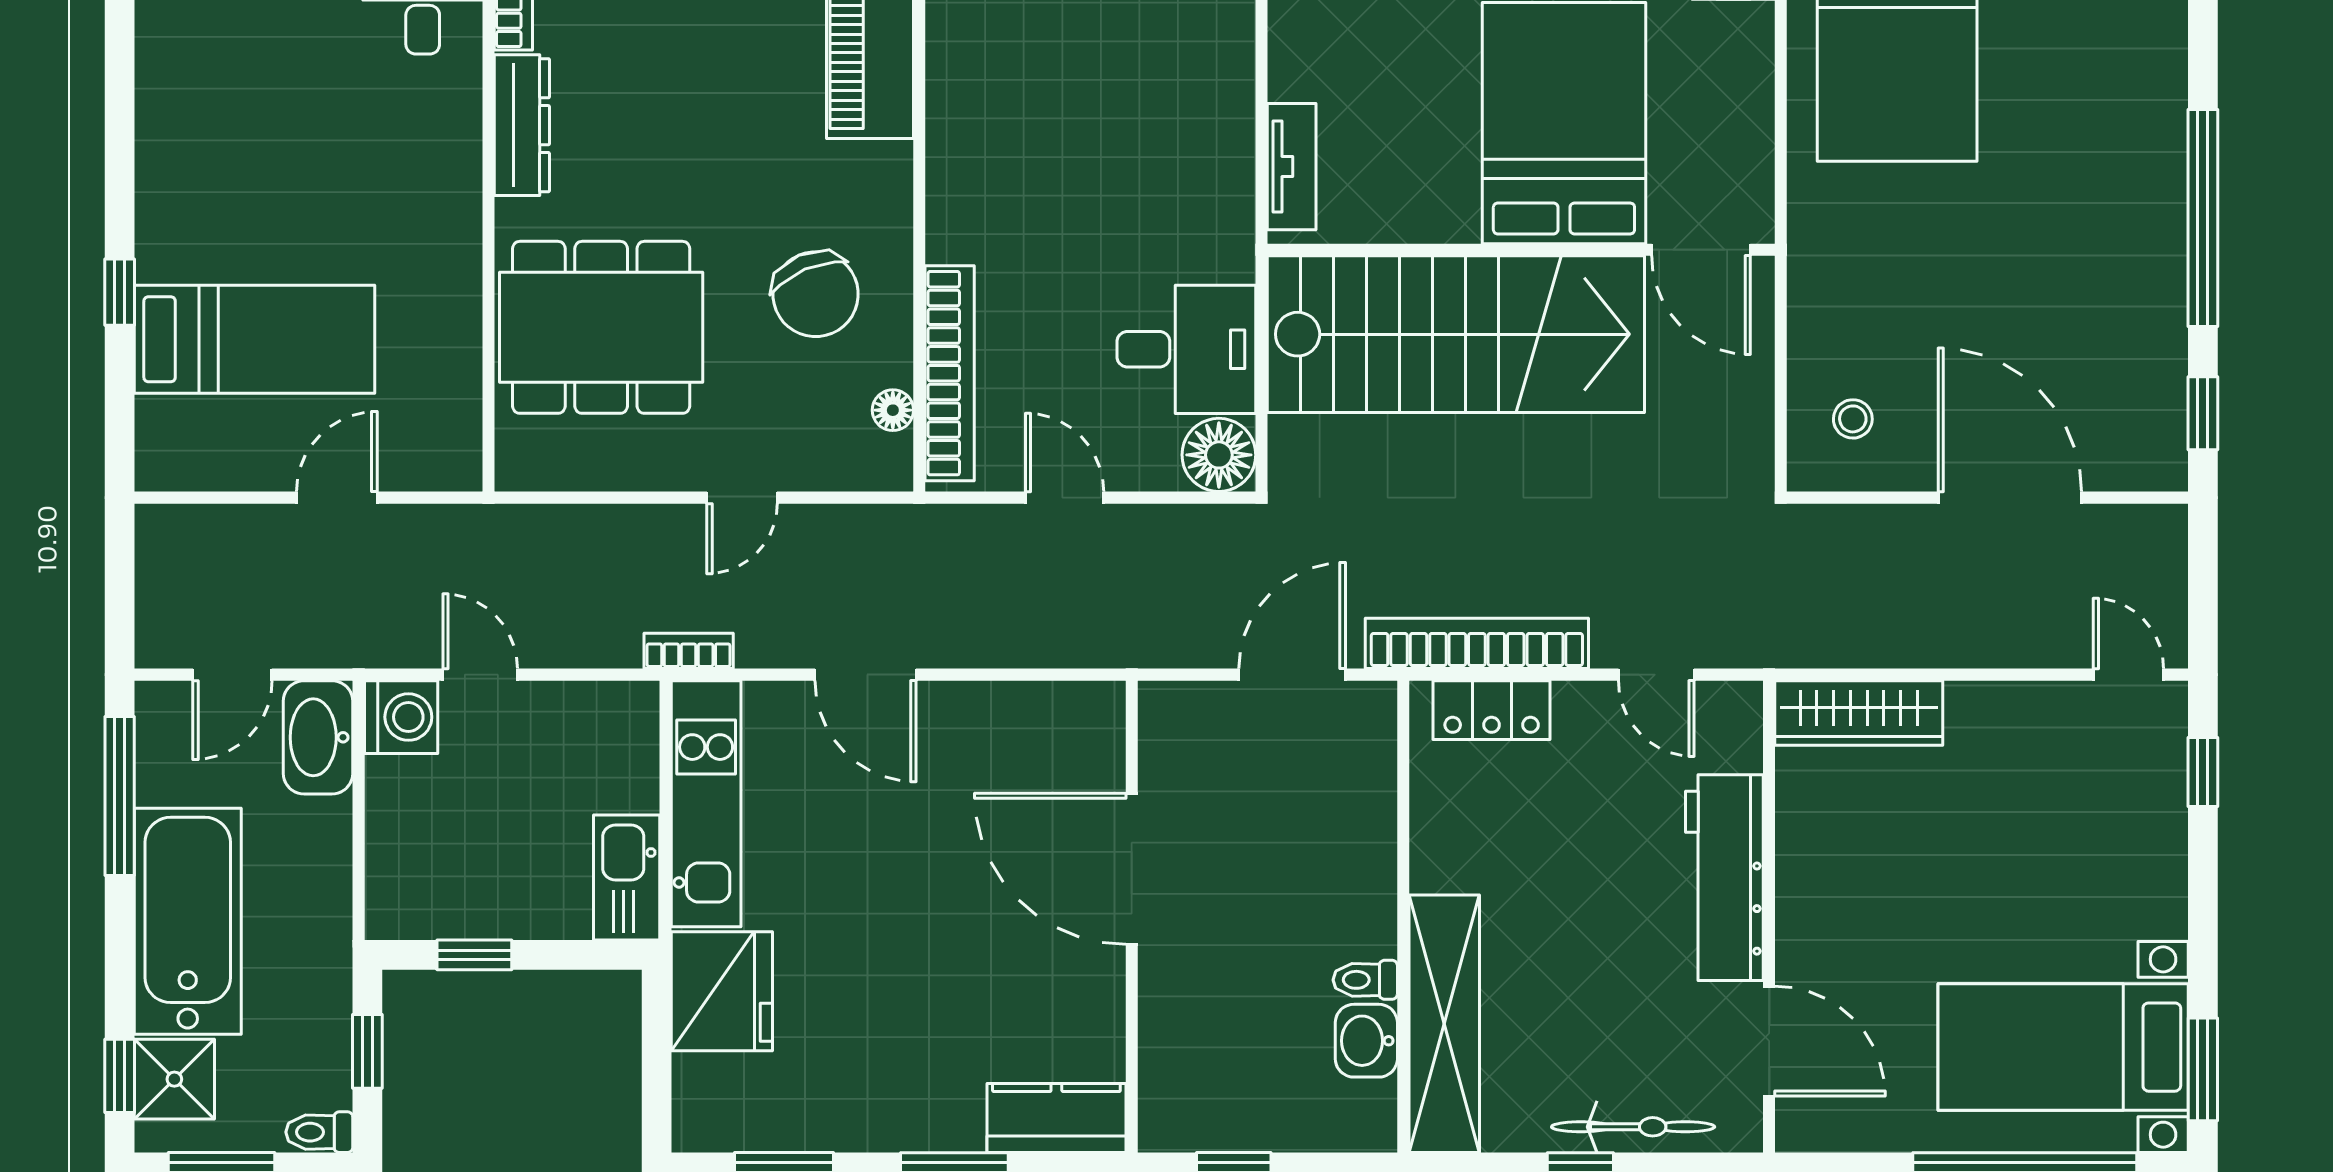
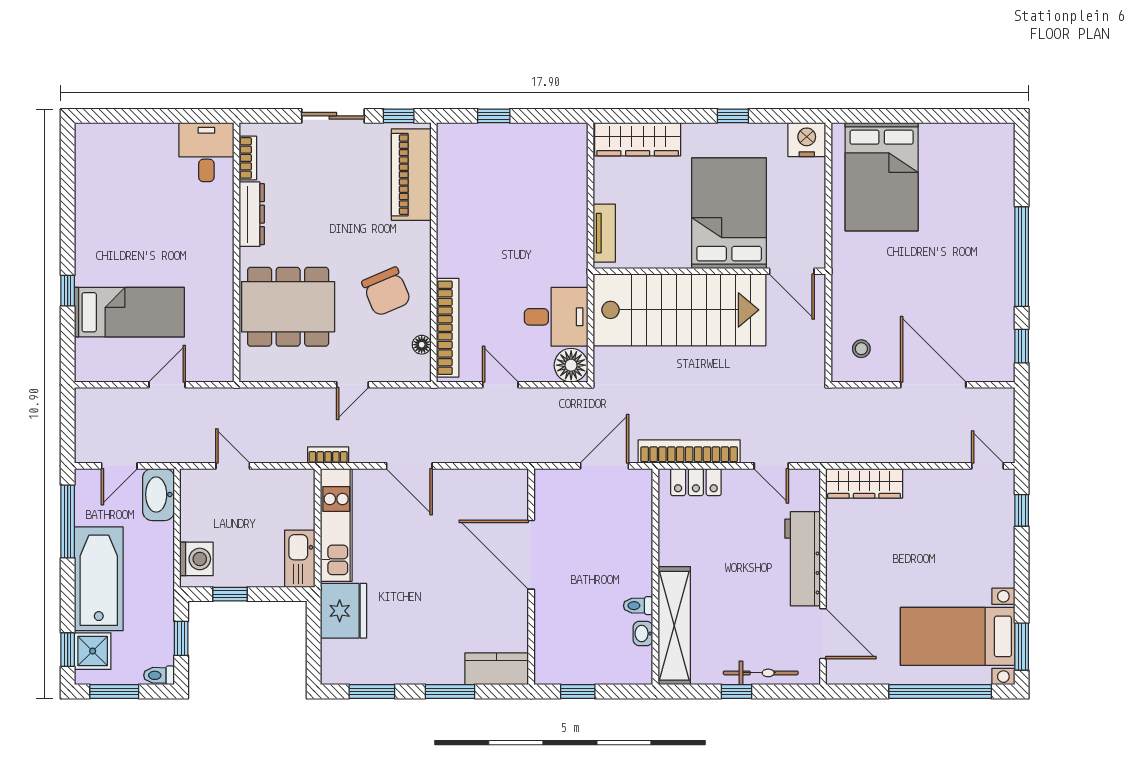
washing machine: (401, 717) -> (196, 559), moved
washbasin: (1366, 1041) -> (643, 633), width x0.72, depth x0.69

